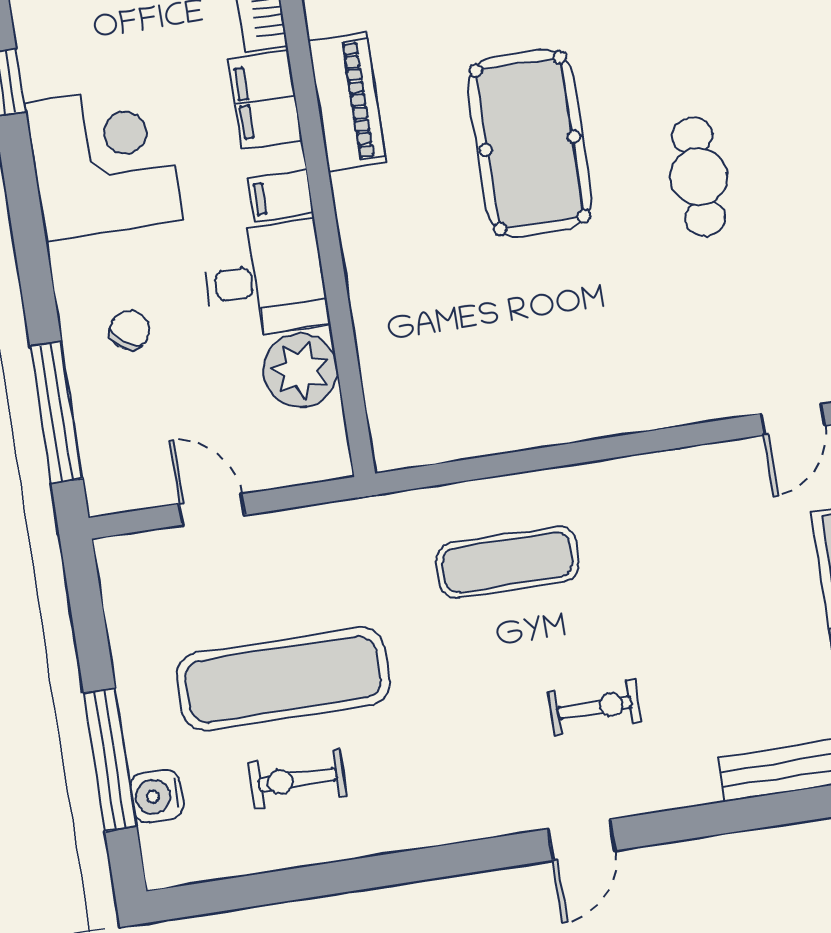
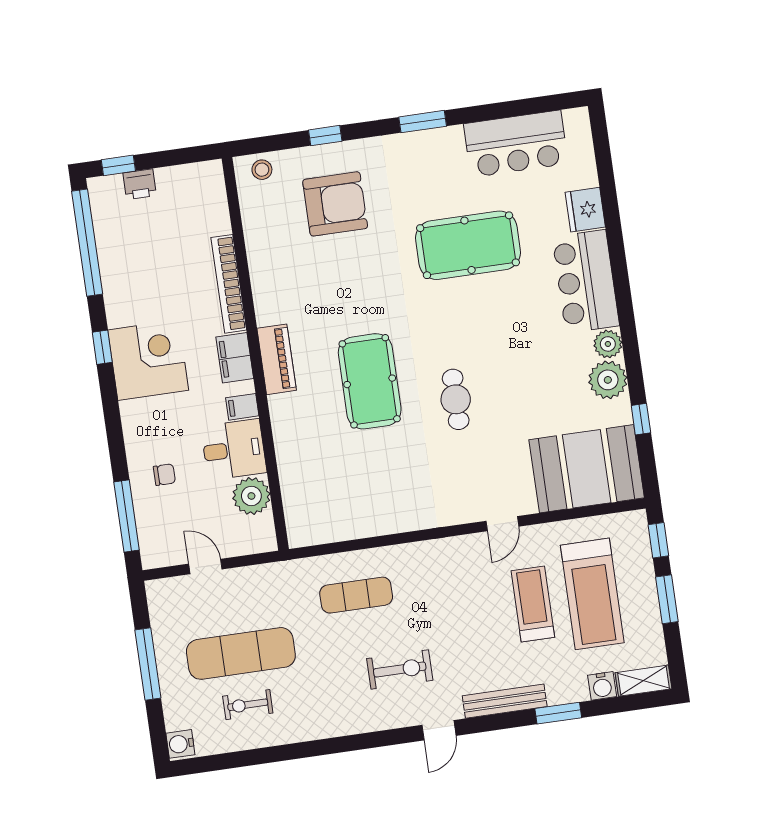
corner desk: (104, 162) -> (148, 360), moved
chair: (129, 330) -> (164, 475), turned 53
exercise bike: (595, 707) -> (400, 669), width x1.38, depth x1.39
window: (110, 760) -> (148, 664), moved
water cooler: (157, 796) -> (180, 744), moved
door: (582, 840) -> (439, 730), moved

